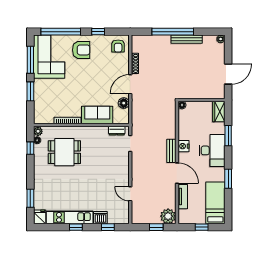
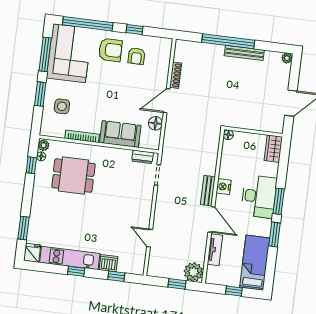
armchair: (118, 46) -> (136, 56), moved
side table: (49, 99) -> (62, 106), added
window: (228, 136) -> (279, 201), moved

